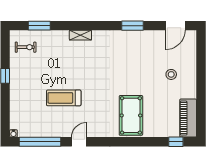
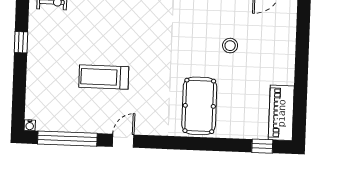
stool: (171, 74) -> (230, 46), moved

